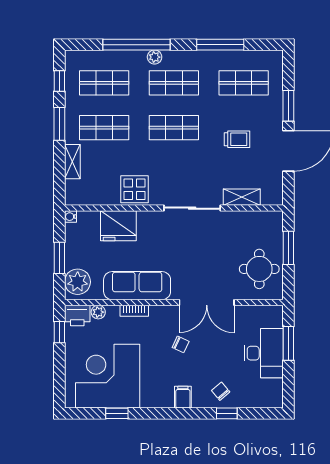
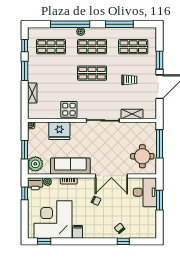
shop shelf: (104, 128) -> (51, 73), removed
window: (288, 248) -> (160, 144), width x1.44
desk: (264, 353) -> (145, 192), moved
filing cabinet: (183, 397) -> (78, 232), moved
window: (117, 413) -> (44, 241), moved

